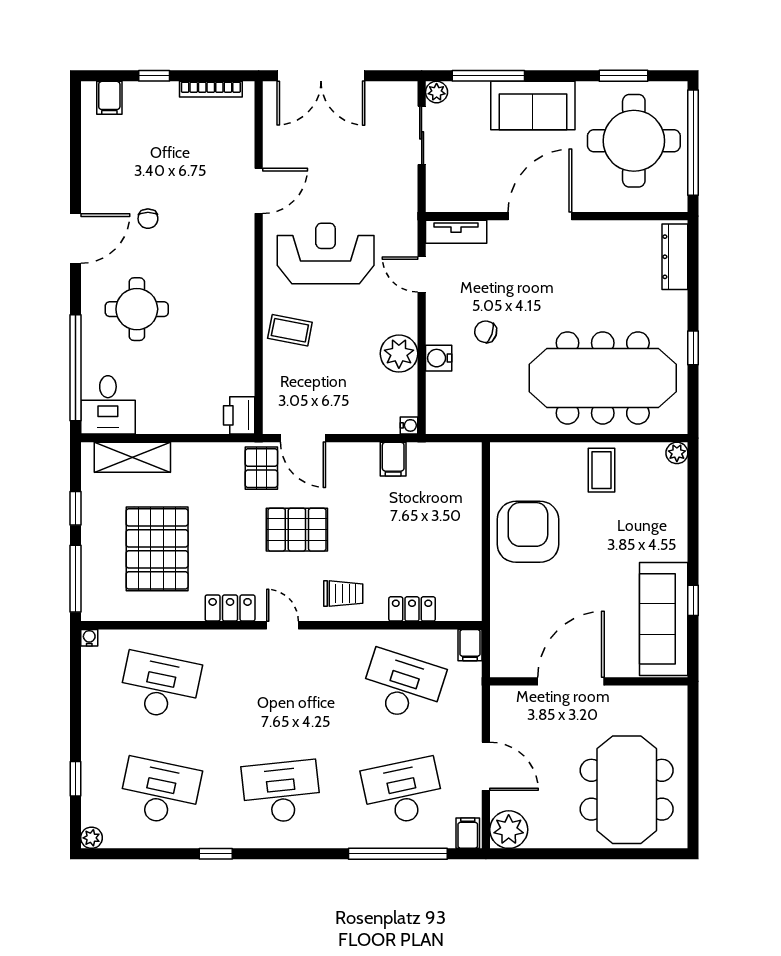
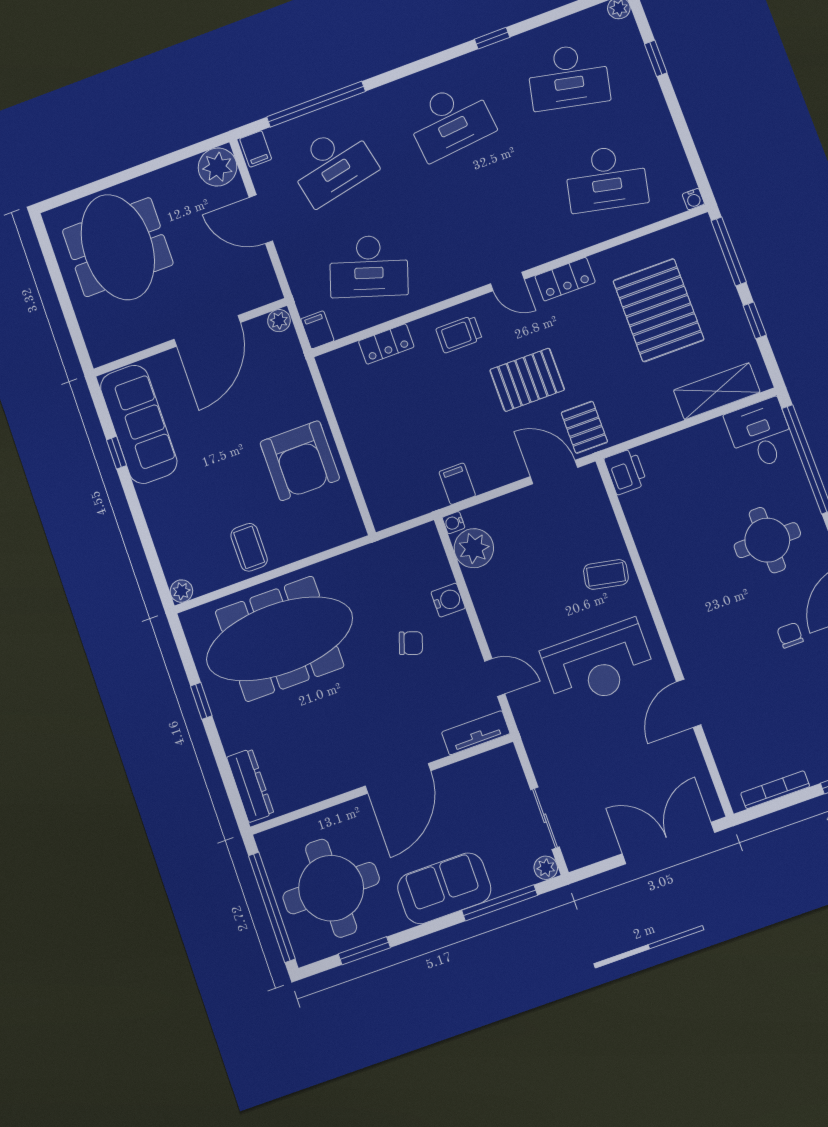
plant: (399, 354) -> (474, 548), moved
plant: (502, 667) -> (279, 321), added

